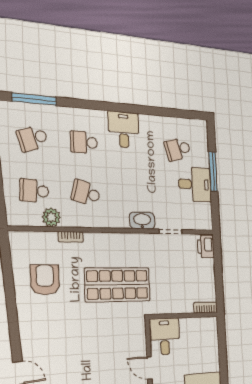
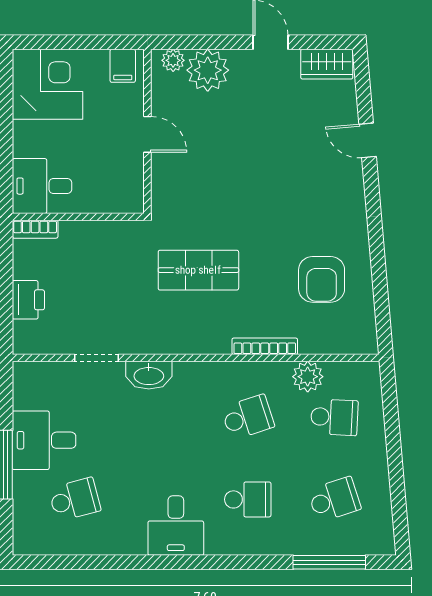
school desk: (86, 193) -> (248, 417), turned -33
bookcase: (71, 237) -> (265, 346), width x1.56
printer: (206, 247) -> (28, 300), moved
shop shelf: (118, 285) -> (198, 270), width x0.70, depth x0.74
desk: (165, 336) -> (42, 186), moved, turned 90

